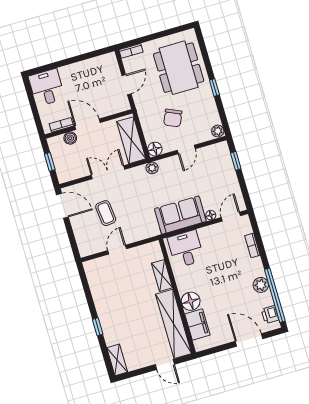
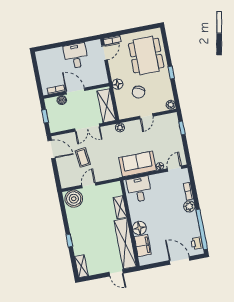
door: (127, 85) -> (105, 53), moved
desk: (47, 87) -> (76, 56), moved
floor lamp: (155, 149) -> (118, 84), moved
double door: (108, 172) -> (87, 128), swing flipped
boiler: (99, 270) -> (74, 199), added
plant: (261, 285) -> (189, 206), moved

